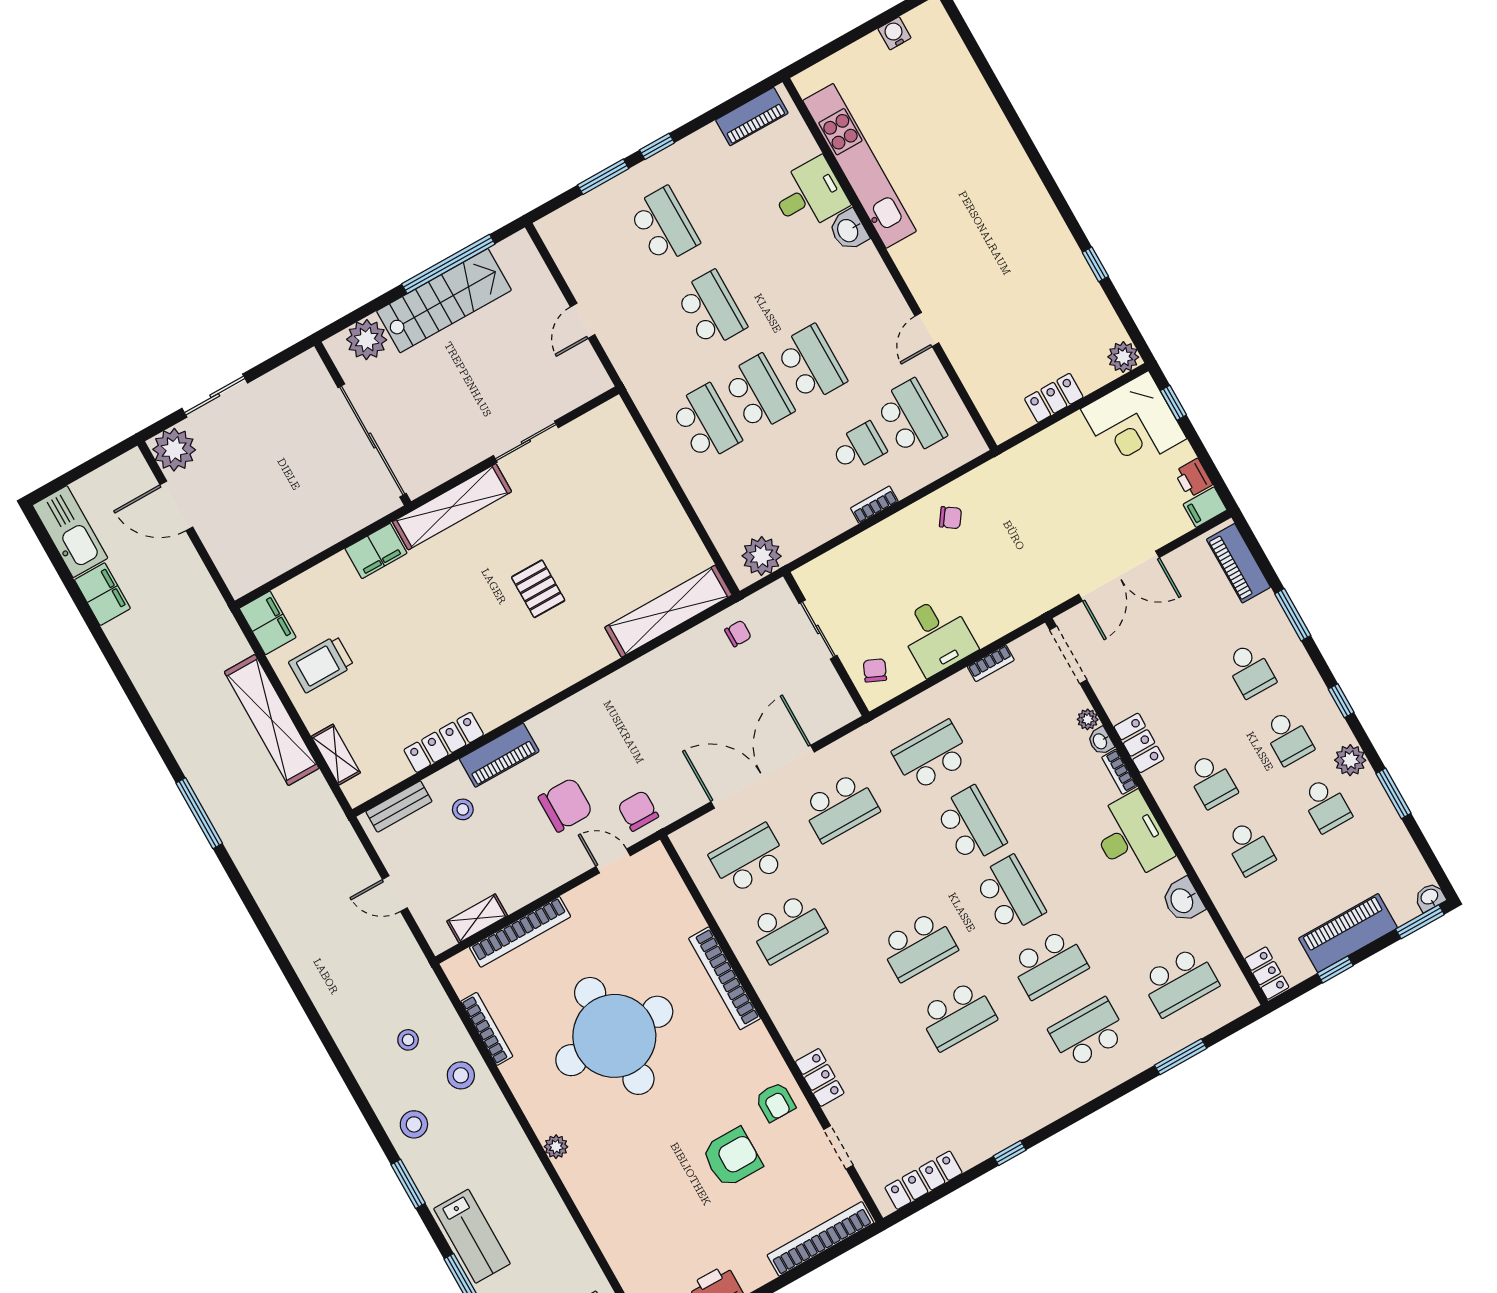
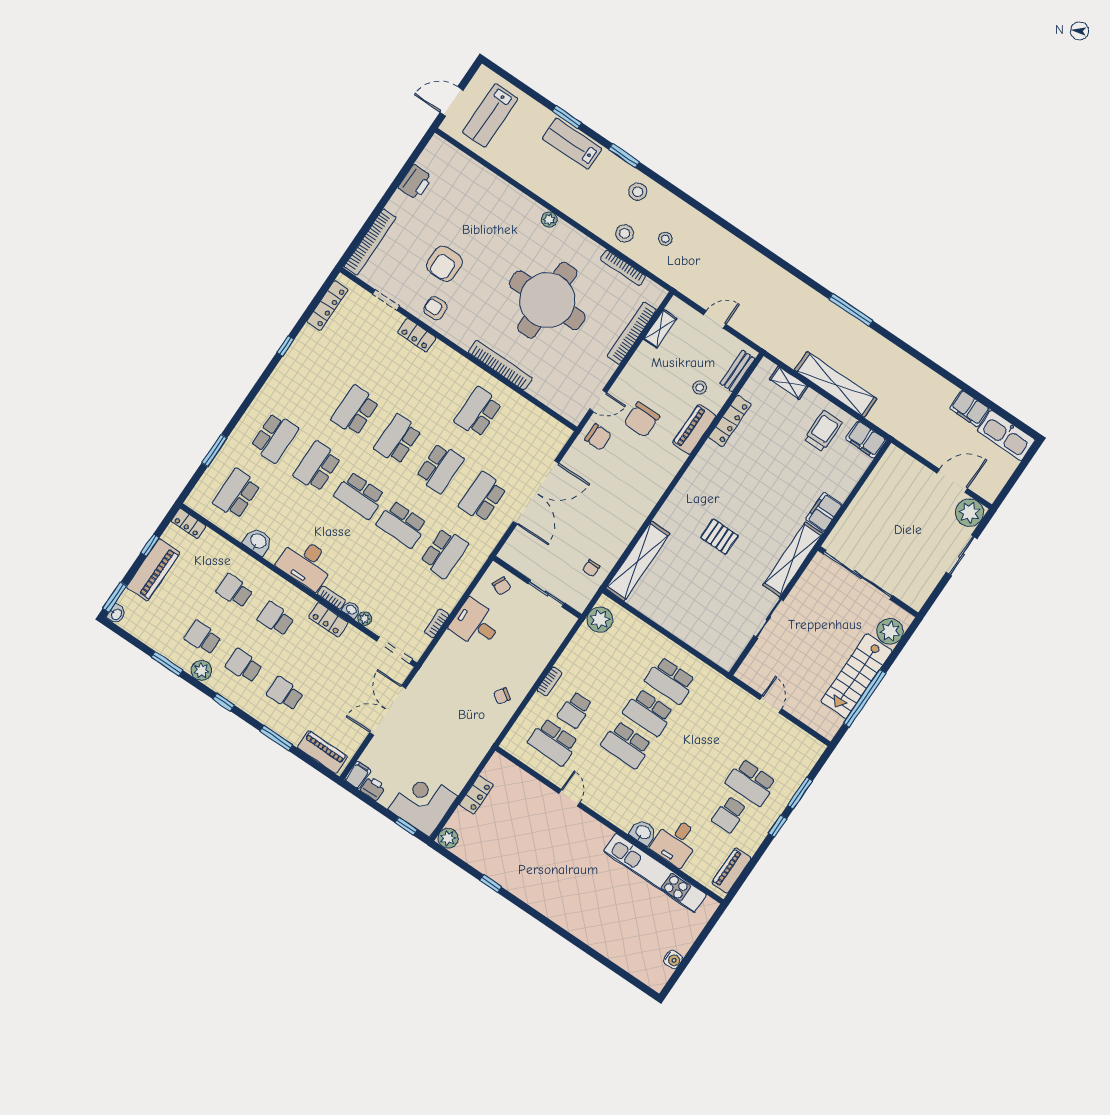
school desk: (711, 309) -> (729, 815), moved, width x0.54
school desk: (748, 859) -> (440, 468), moved

